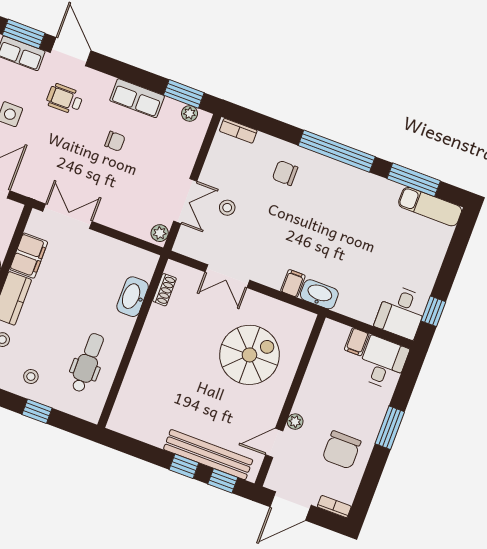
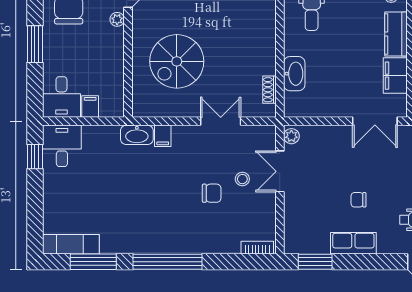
plant: (190, 113) -> (304, 247), removed
chair: (285, 173) -> (212, 193), moved

